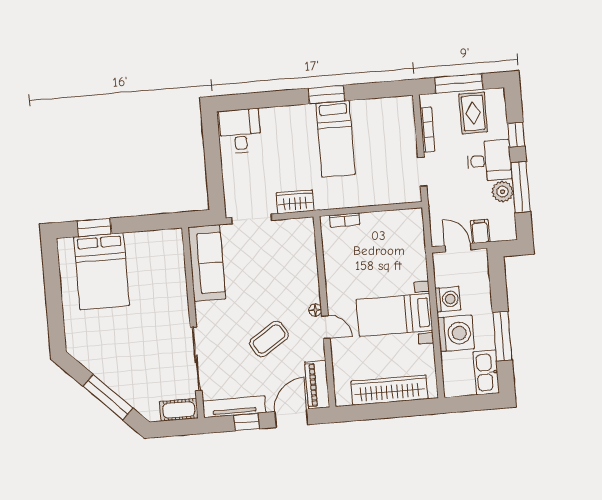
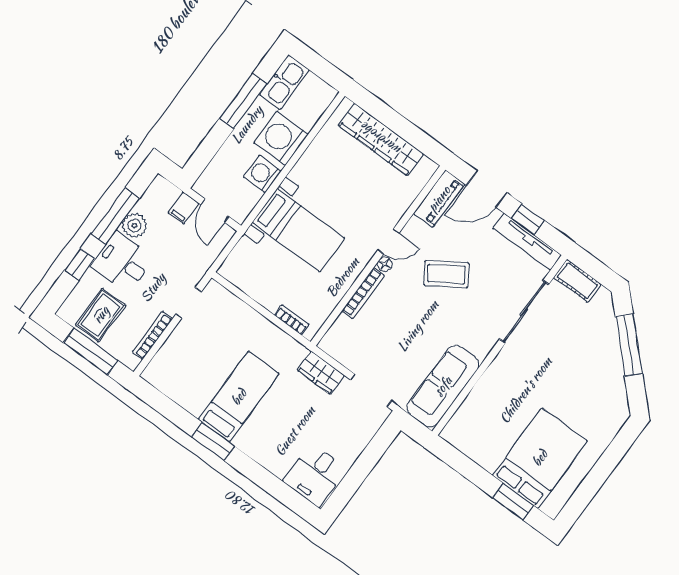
bookcase: (313, 279) -> (363, 293), added
bed with nightstands: (394, 315) -> (298, 230), moved
door: (326, 327) -> (388, 241), swing flipped

